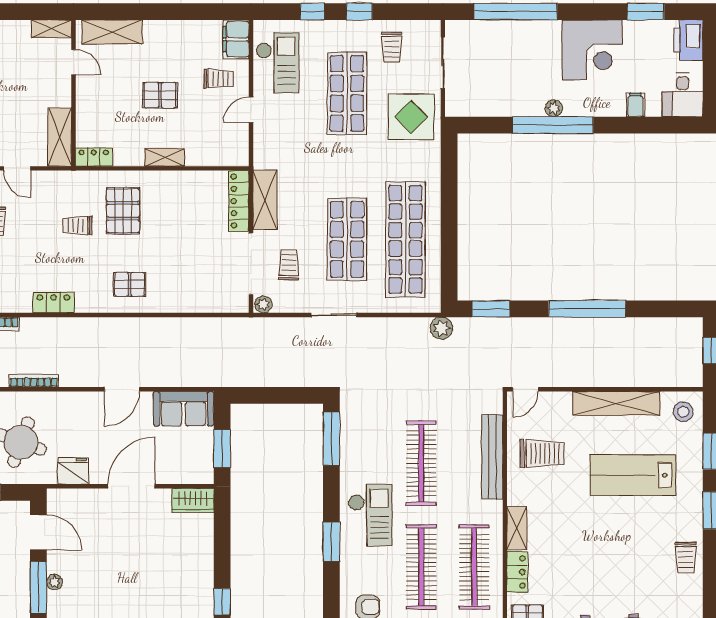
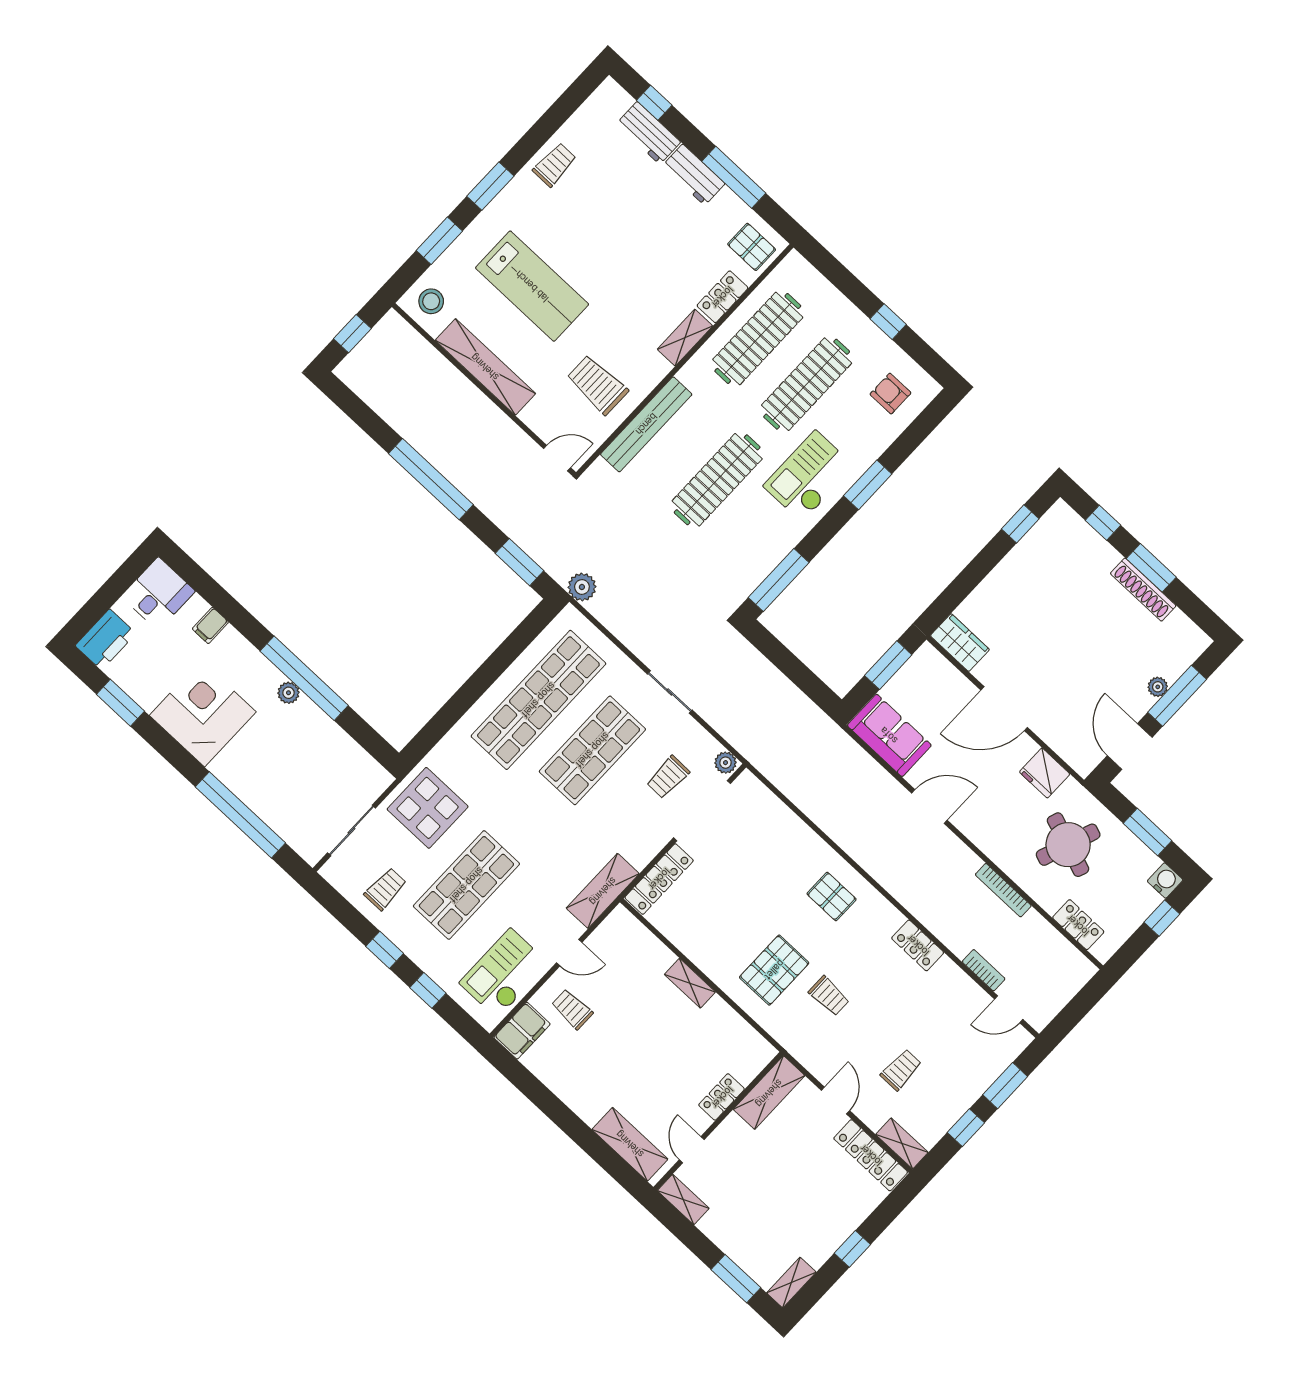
pallet: (160, 95) -> (640, 1044), removed
locker: (94, 157) -> (722, 1097), moved, turned 90
shelving: (265, 200) -> (603, 891), moved

